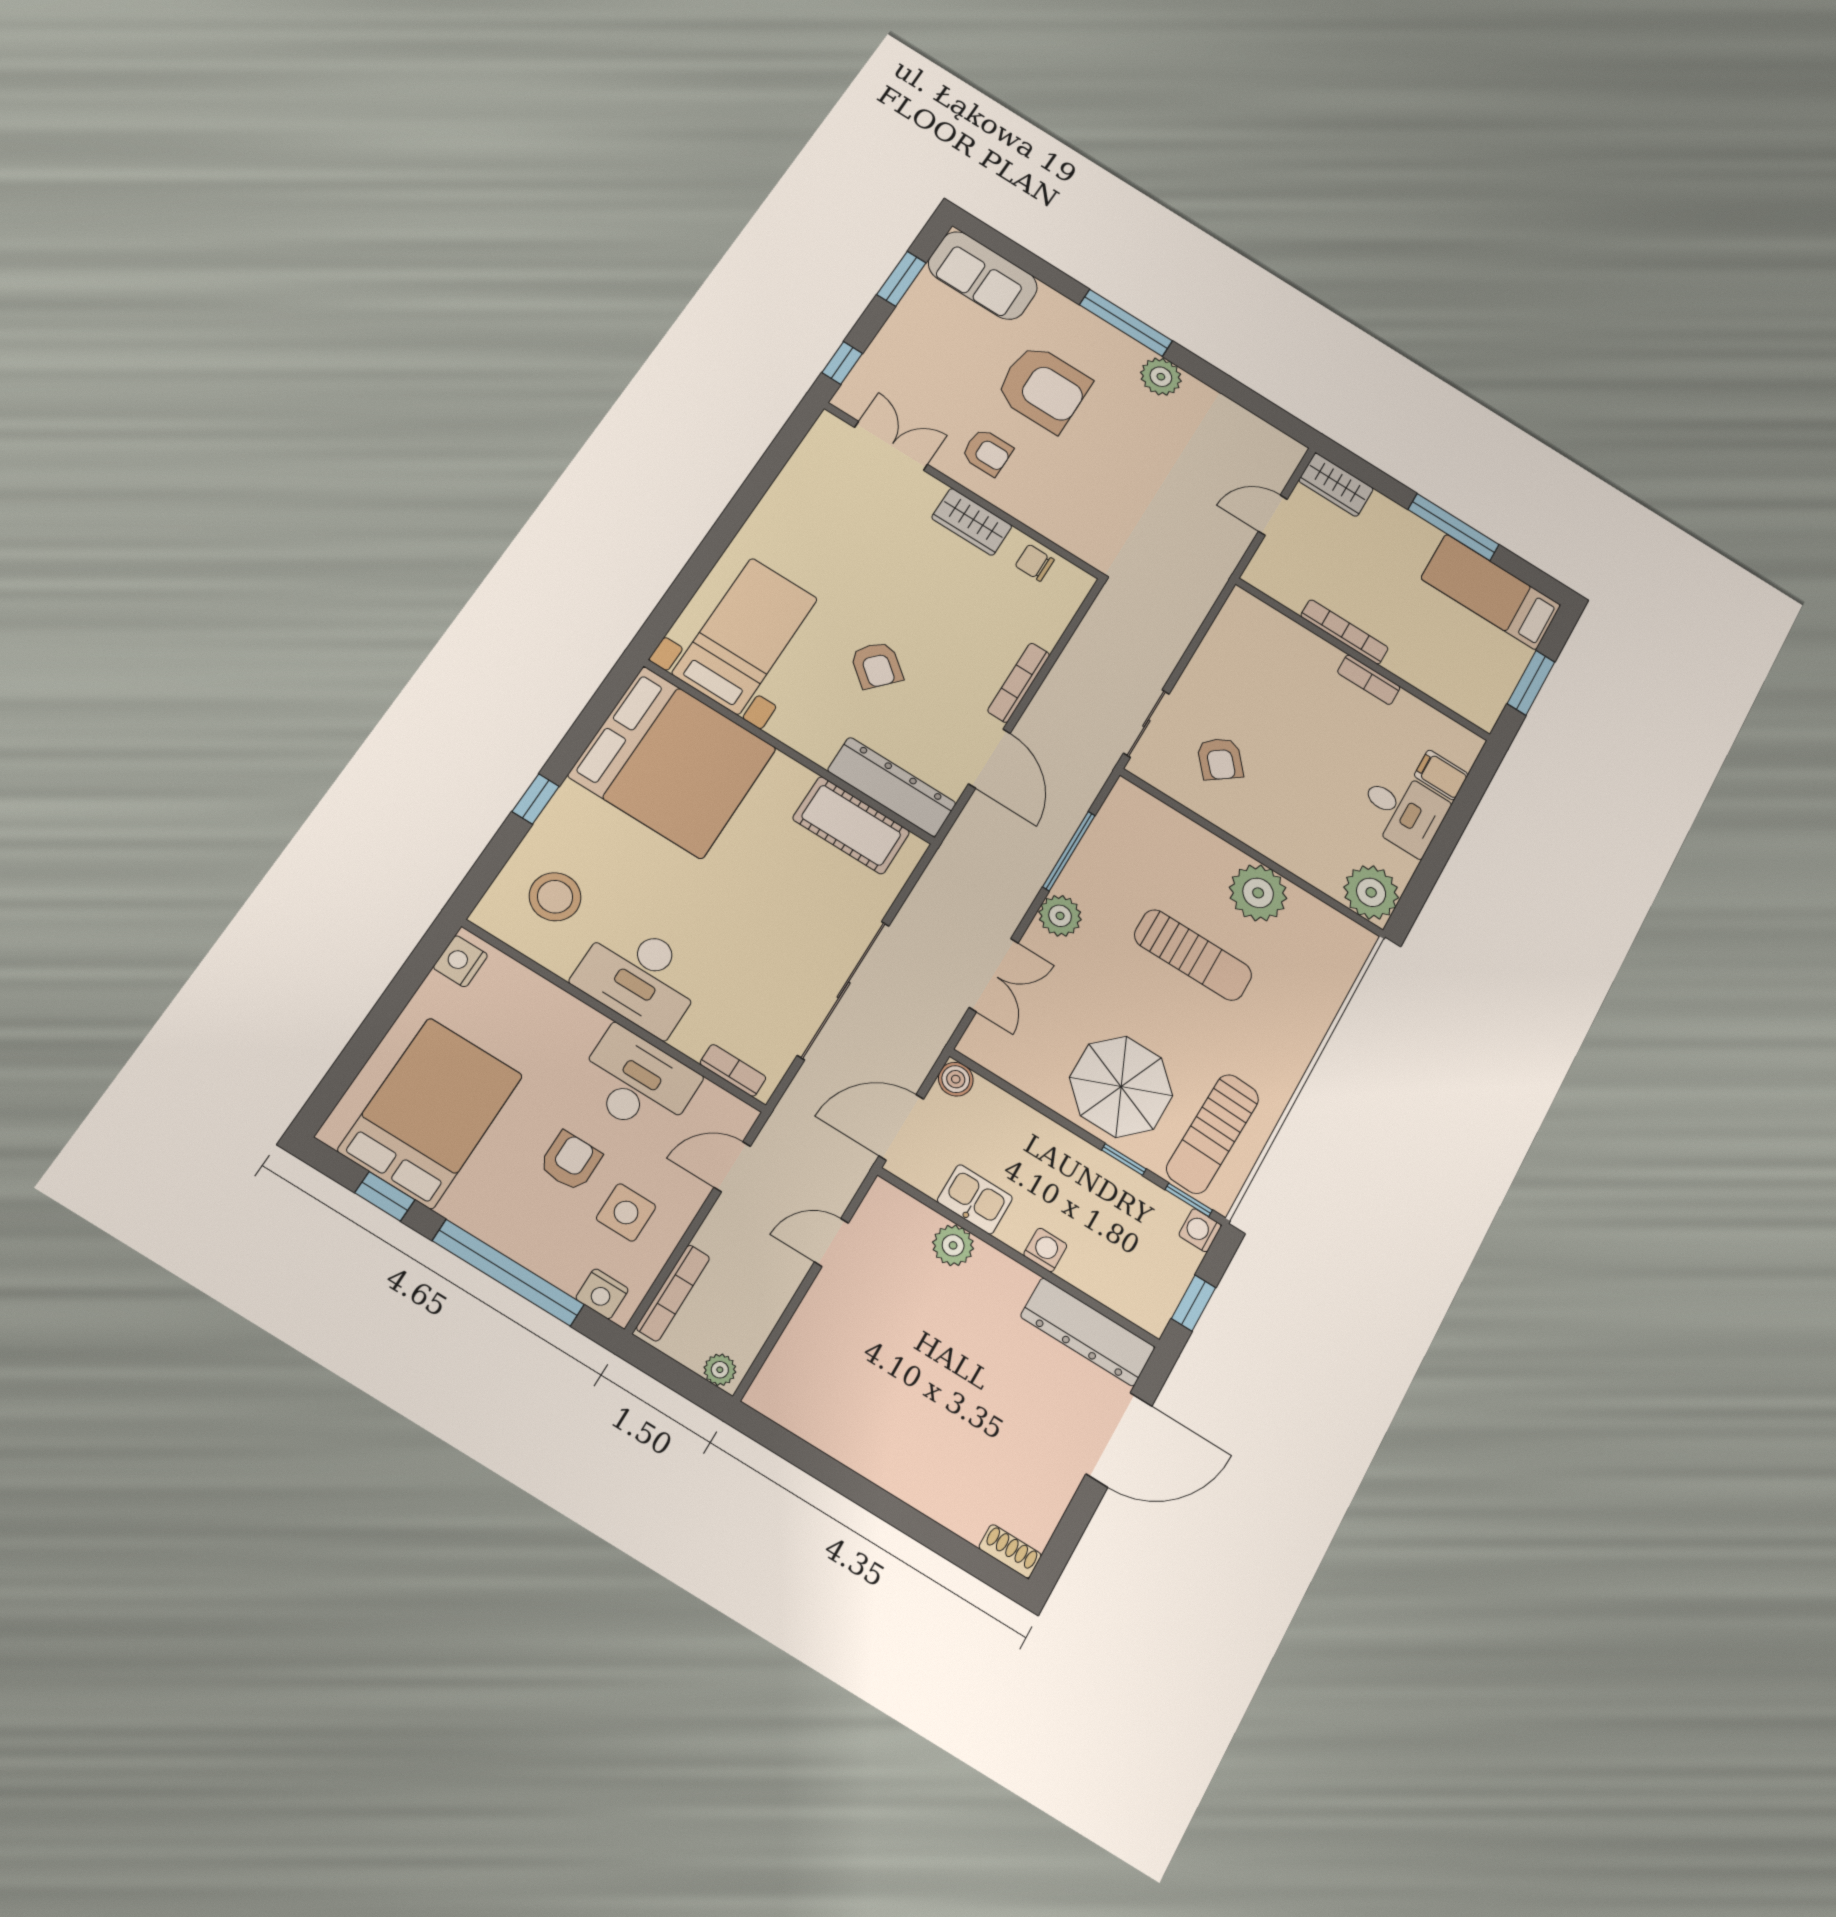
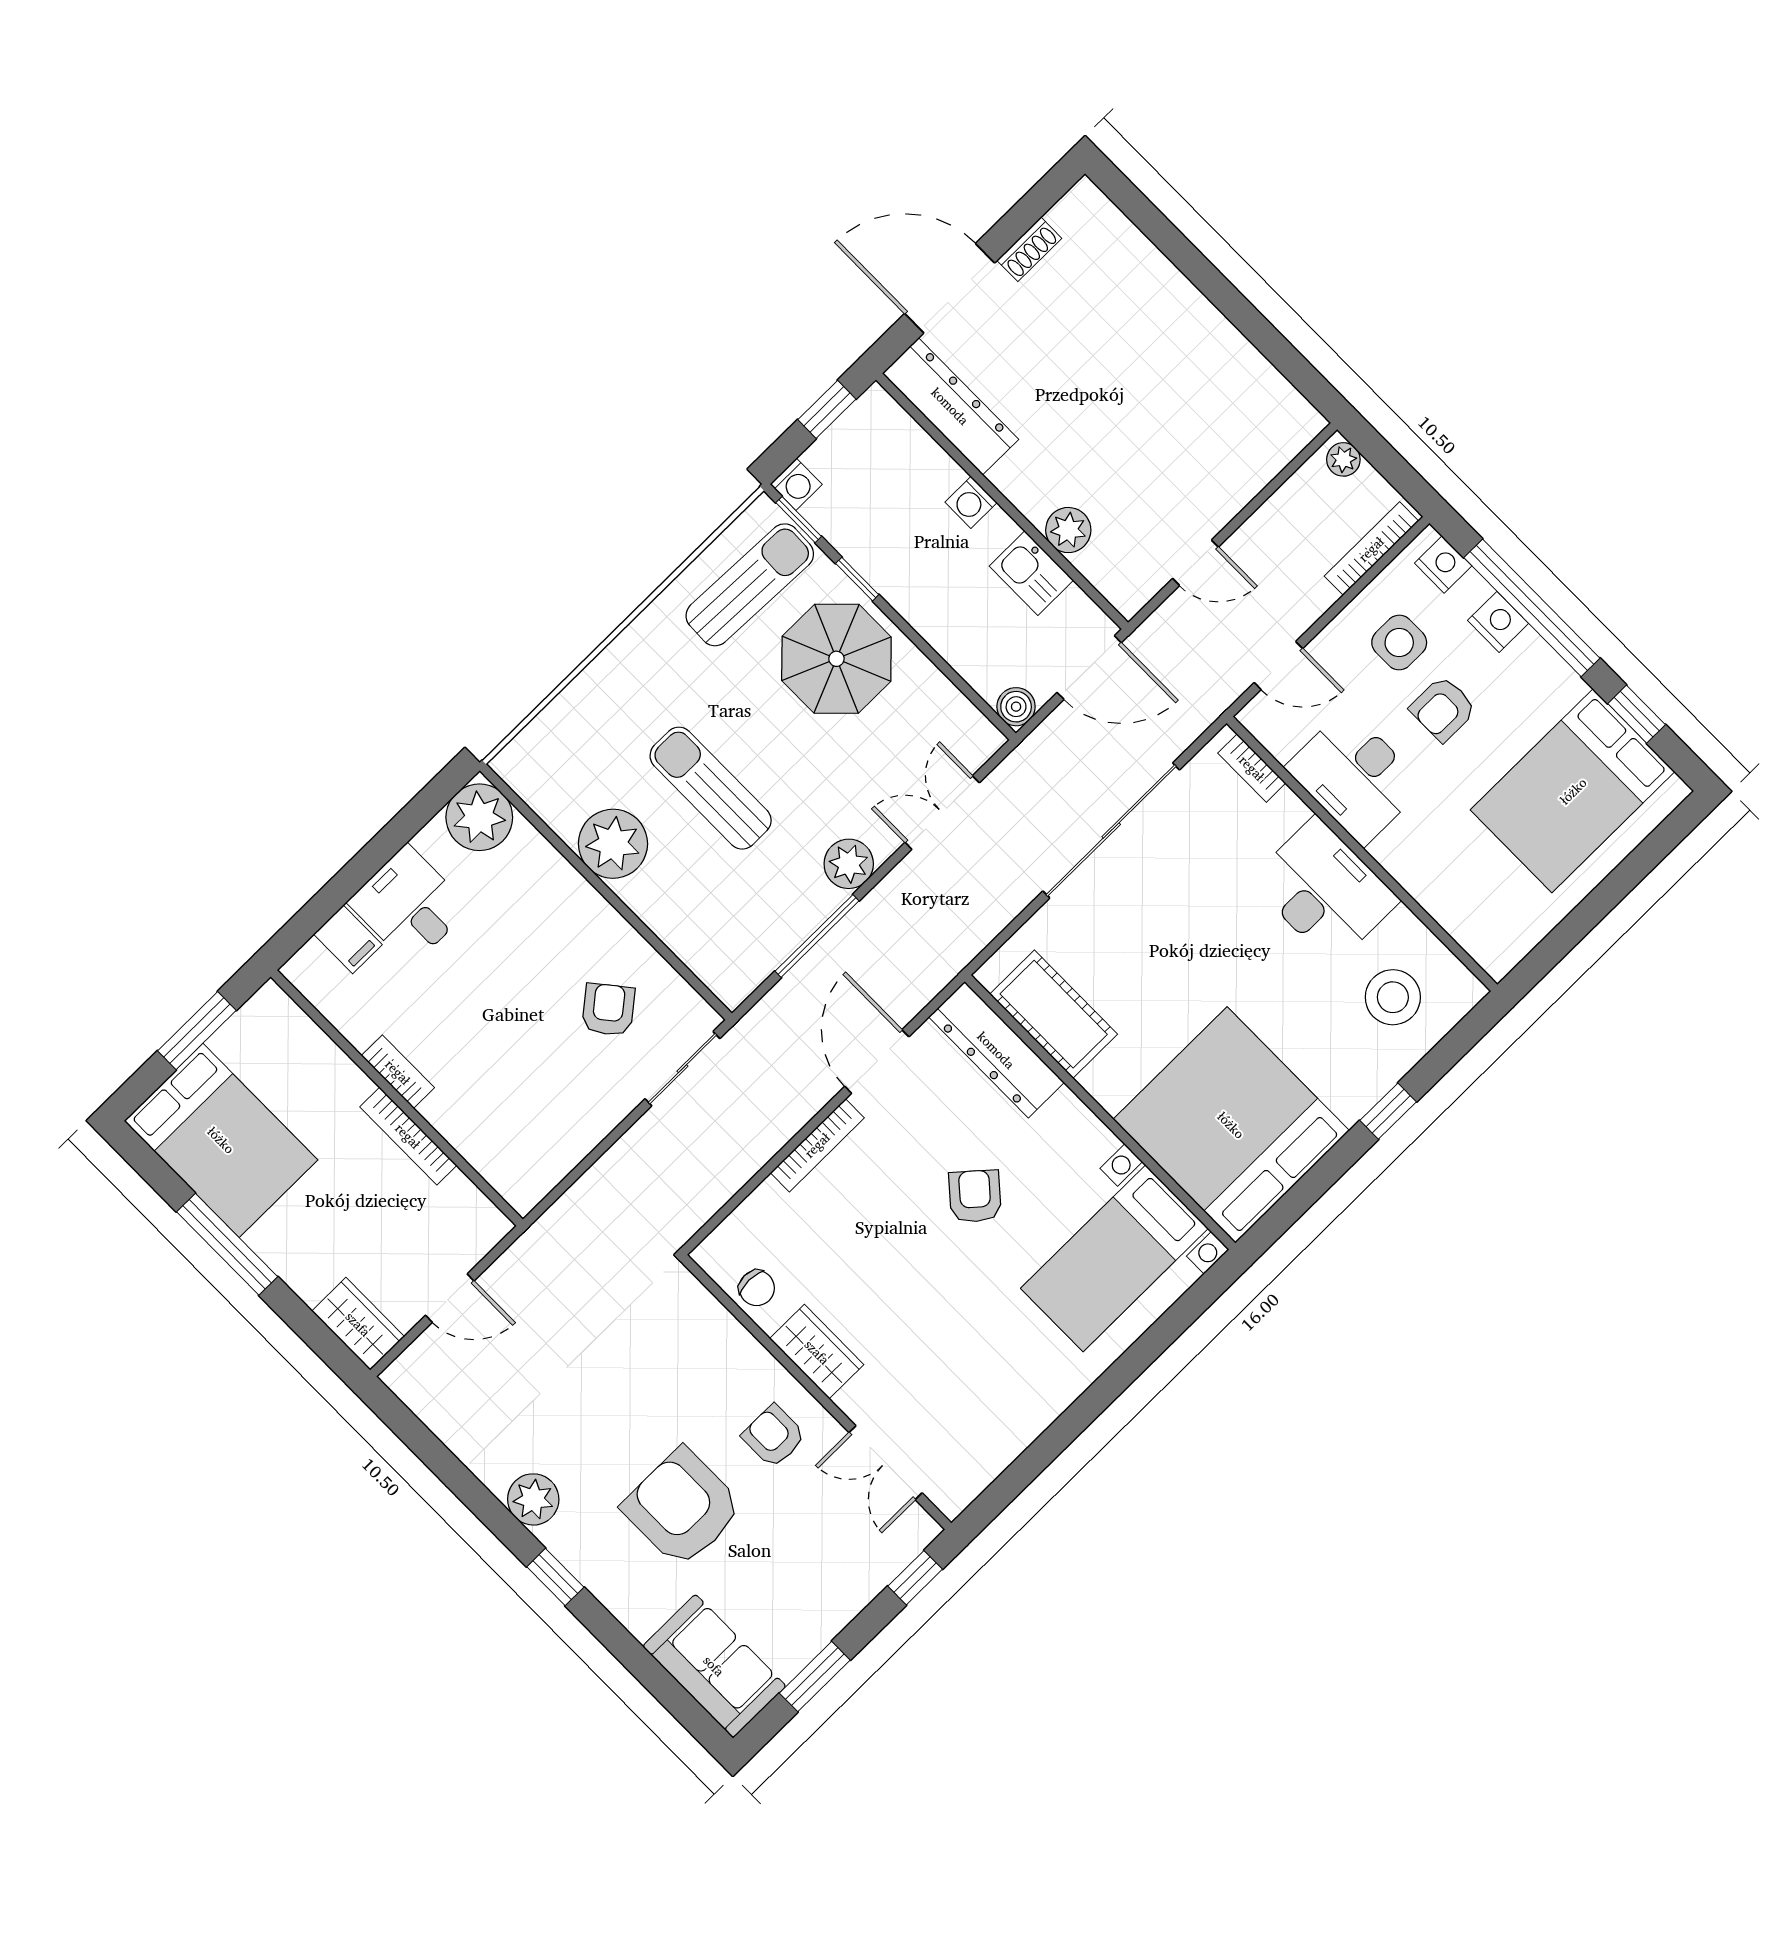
window: (1126, 323) -> (555, 1577), width x0.46
bed: (1491, 592) -> (221, 1140), width x1.50
nightstand: (460, 961) -> (1498, 622), moved, turned -90
shoe rack: (1010, 1551) -> (1029, 249), moved, turned -90

